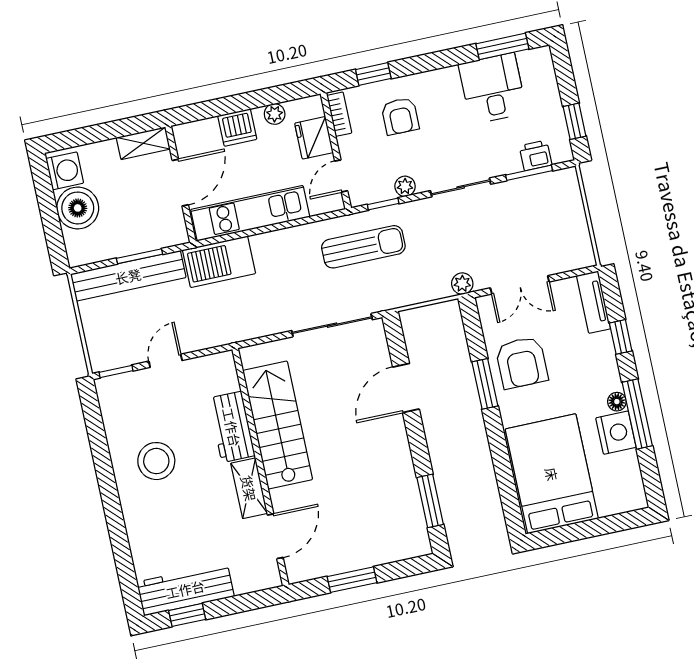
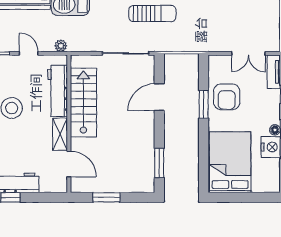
plant: (462, 284) -> (61, 46), moved
double door: (520, 285) -> (248, 53), moved
door: (165, 361) -> (29, 53), hinge flipped
workbench: (232, 427) -> (58, 91), width x1.37
door: (275, 536) -> (69, 164), hinge flipped

